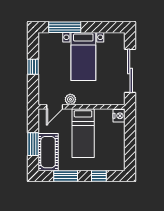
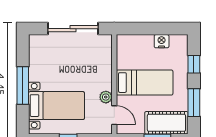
window: (65, 27) -> (23, 85), moved
bed with nightstands: (83, 57) -> (56, 106), moved
nightstand: (119, 116) -> (162, 41), moved

